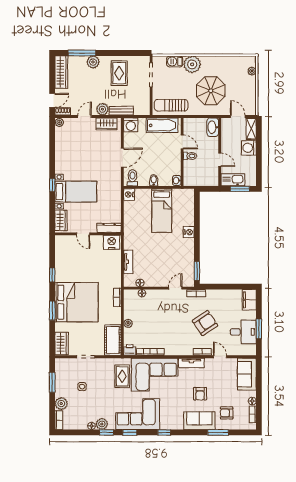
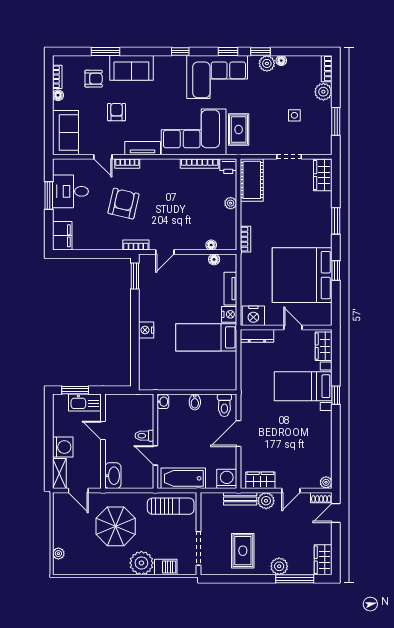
wardrobe: (61, 72) -> (323, 560), width x0.67
nightstand: (129, 194) -> (229, 314), moved
bed: (162, 211) -> (206, 337), moved, turned -90
bed: (76, 302) -> (302, 275), moved
armchair: (205, 323) -> (124, 204), turned 137
armchair: (200, 394) -> (117, 112), moved

